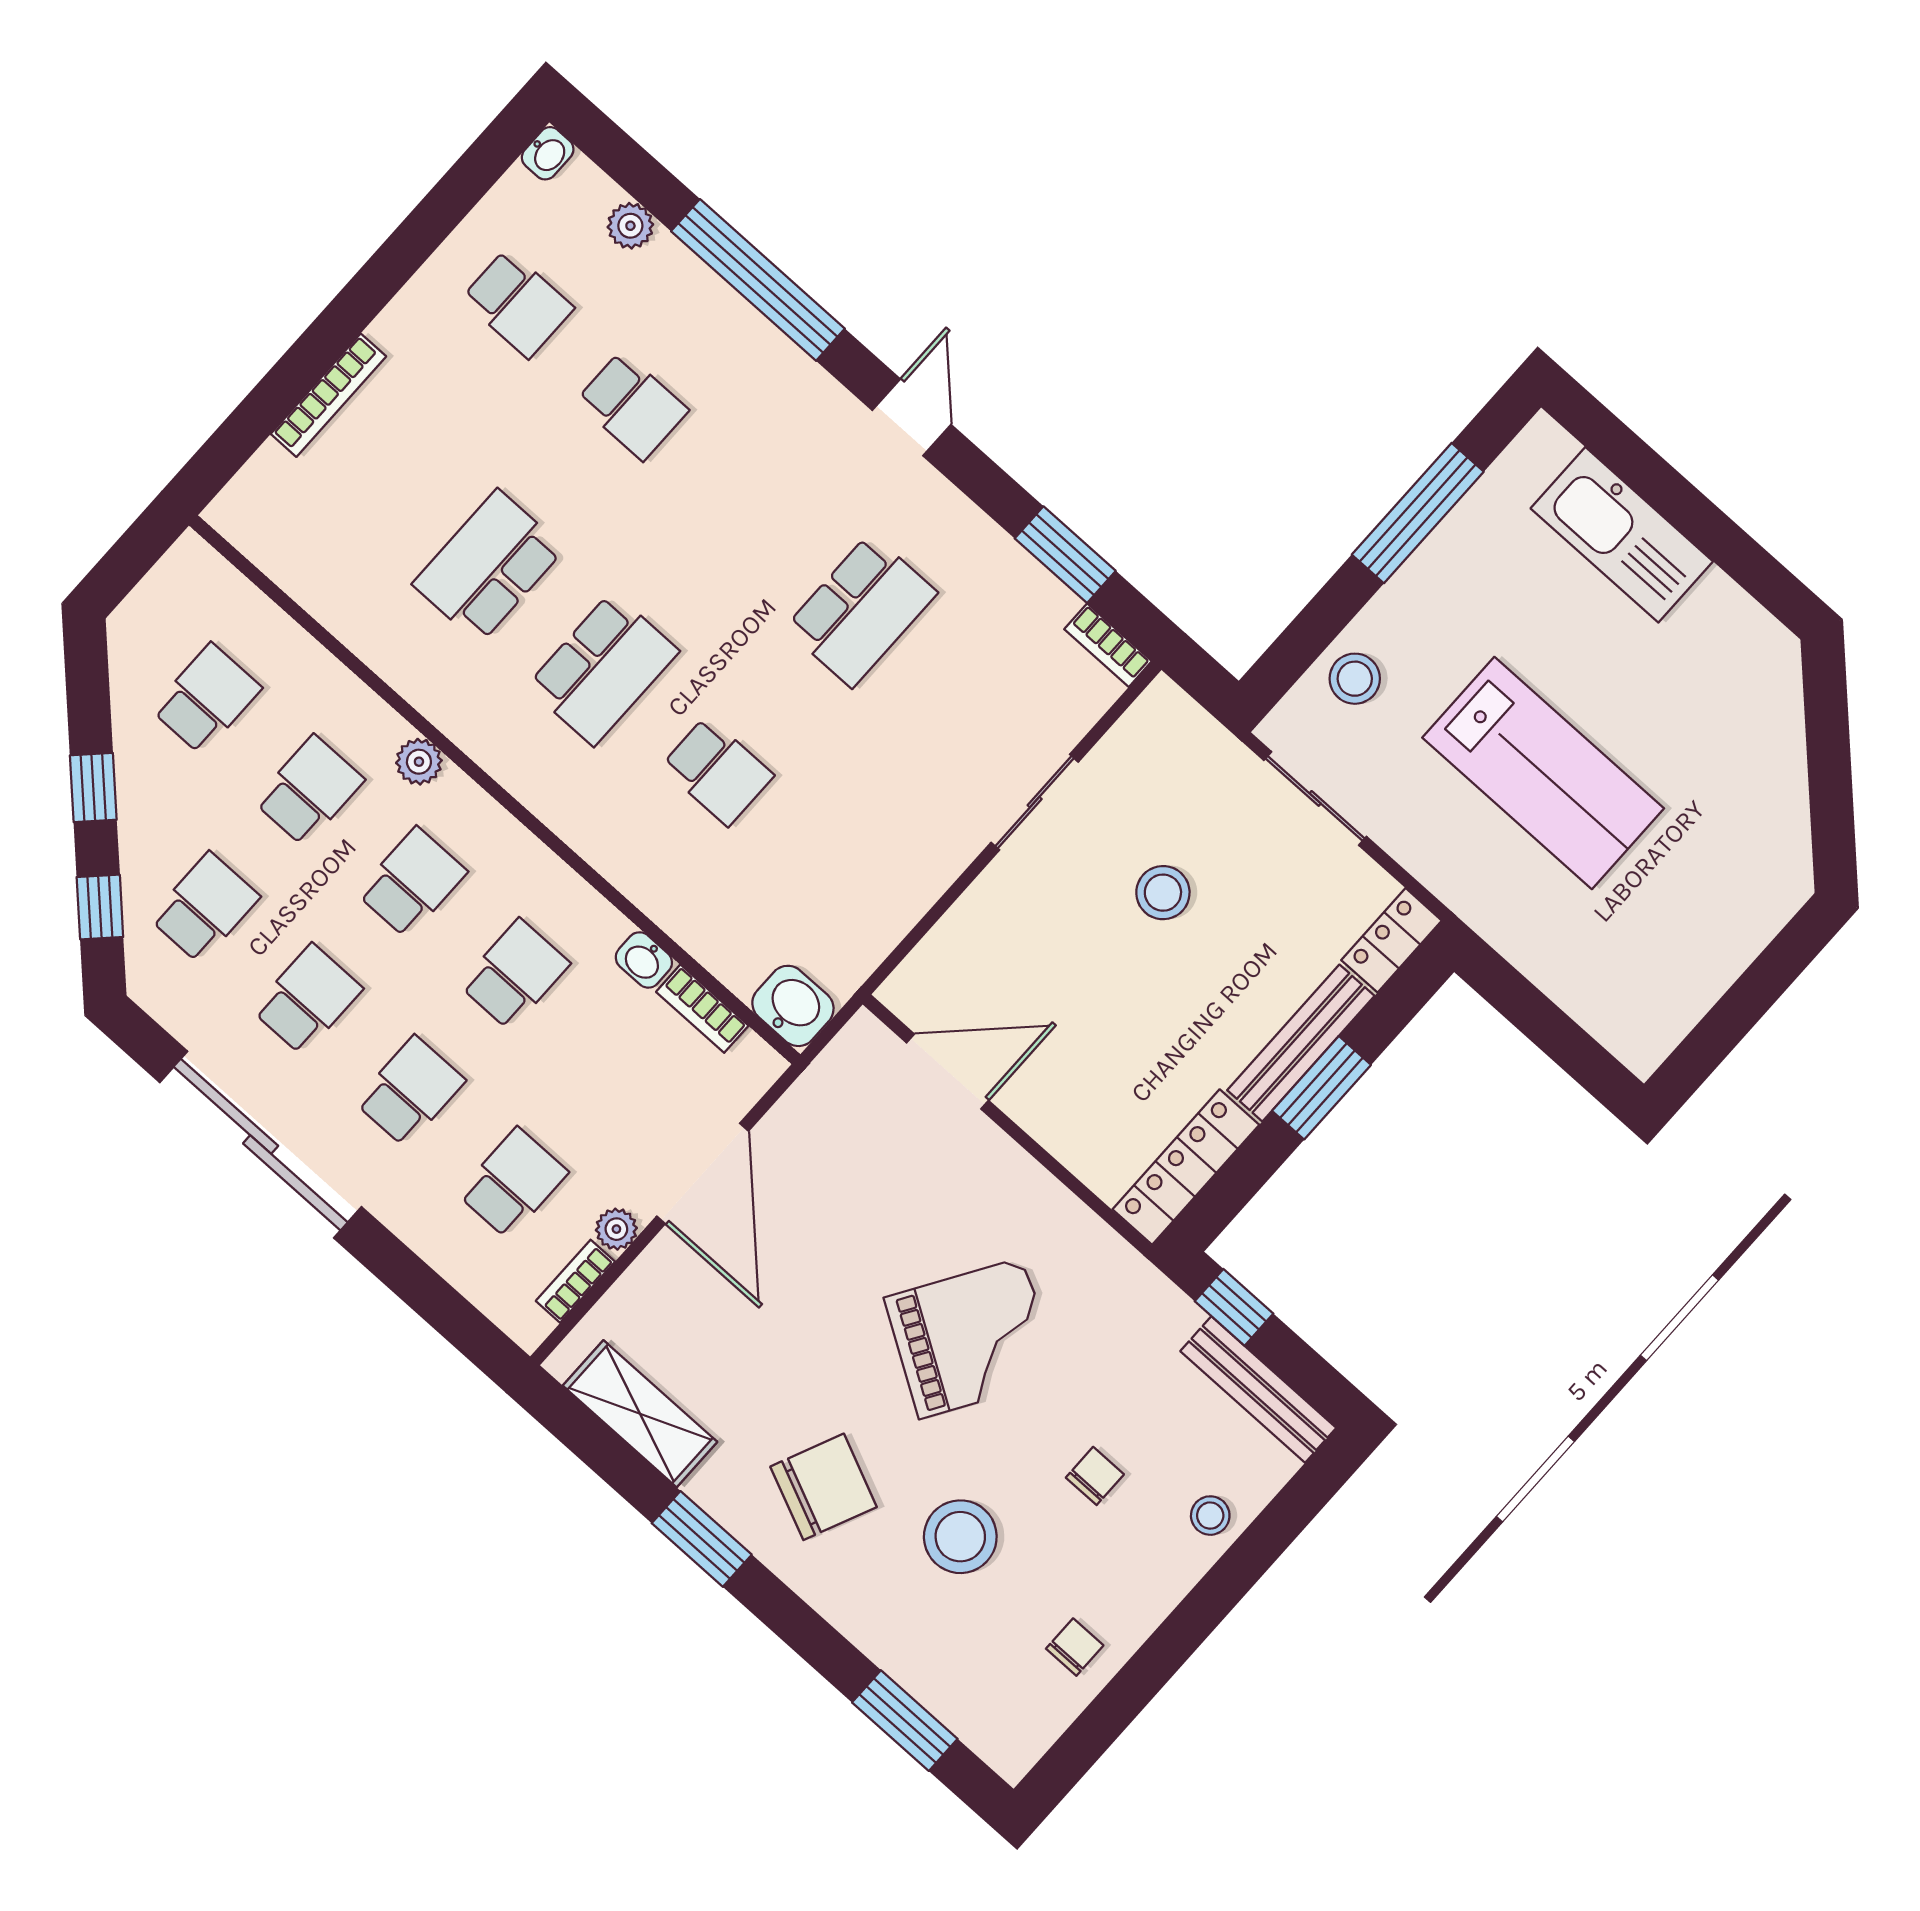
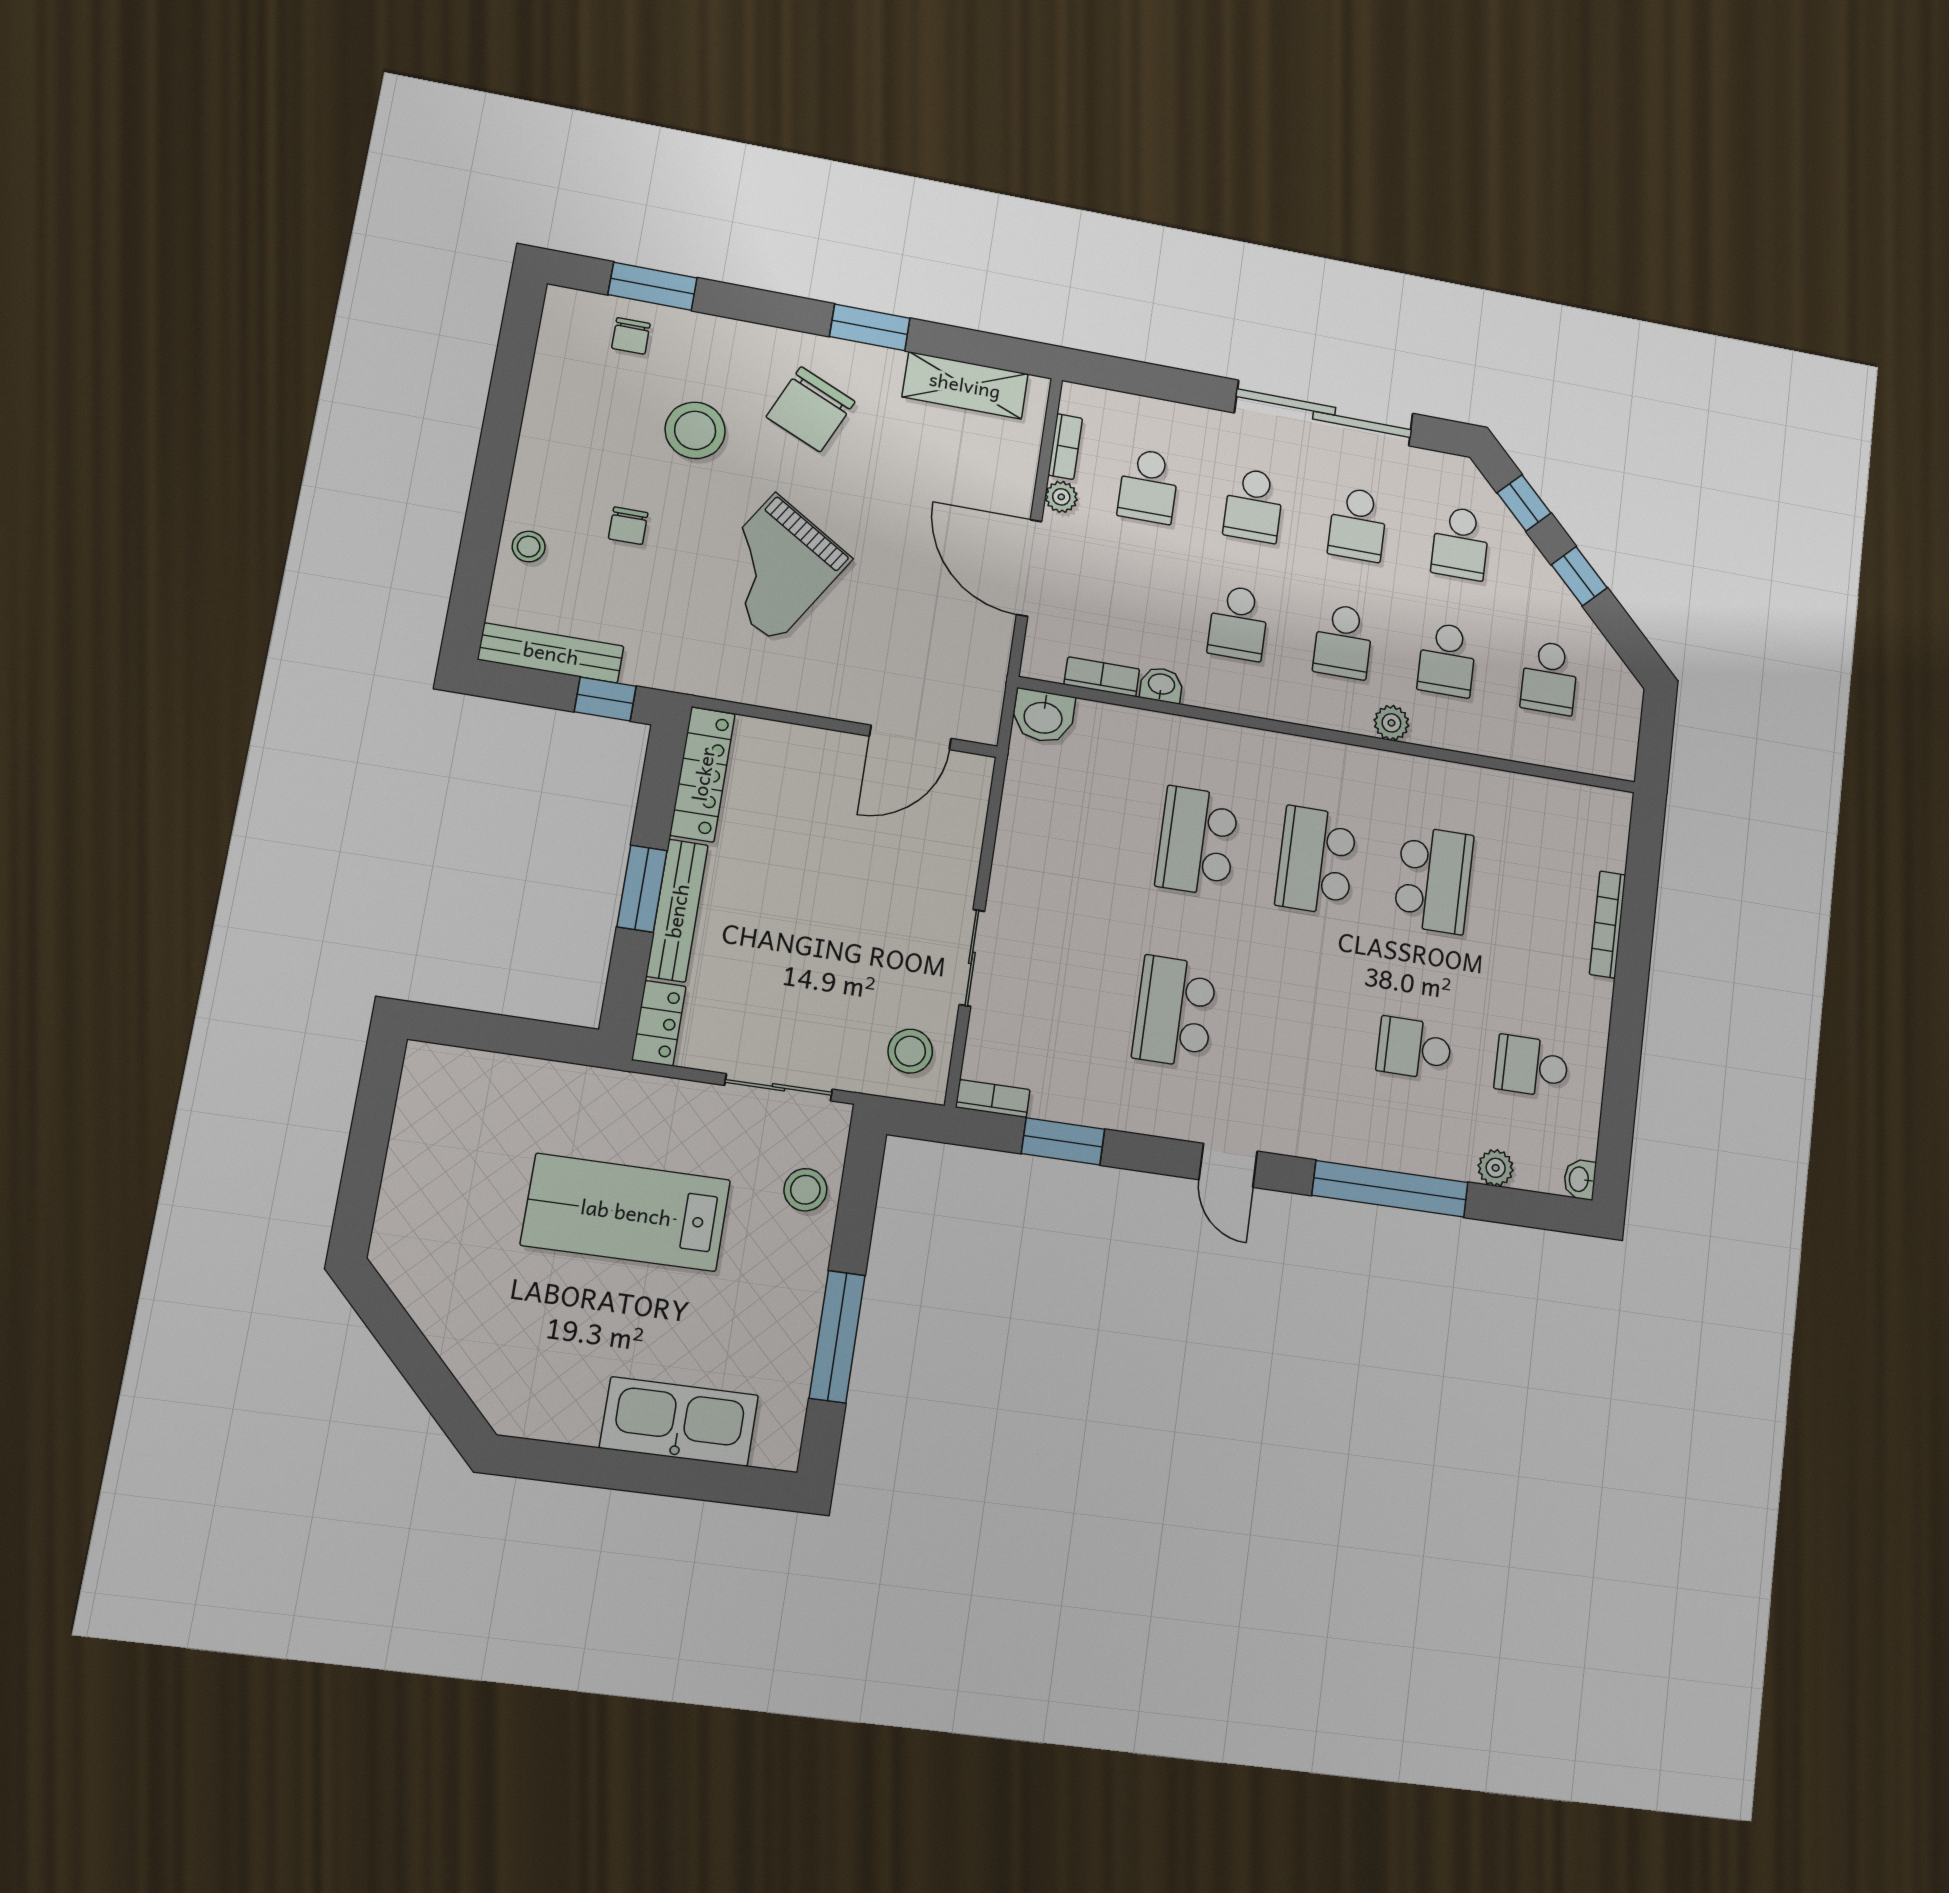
school desk: (717, 771) -> (1197, 841), width x1.85
stool: (1163, 893) -> (910, 1051), moved
chair: (1075, 1647) -> (631, 336), moved

